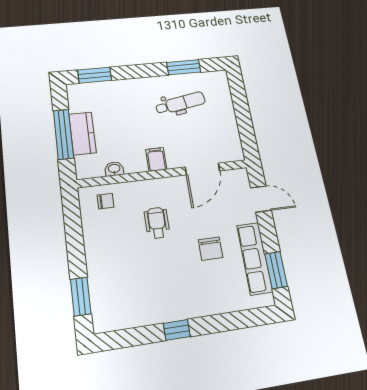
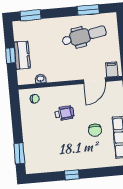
dental chair: (180, 103) -> (84, 36), width x1.36, depth x1.38
window: (63, 134) -> (11, 55), width x0.46
filing cabinet: (156, 159) -> (112, 69), moved
wheelchair: (157, 223) -> (64, 113), turned 85

